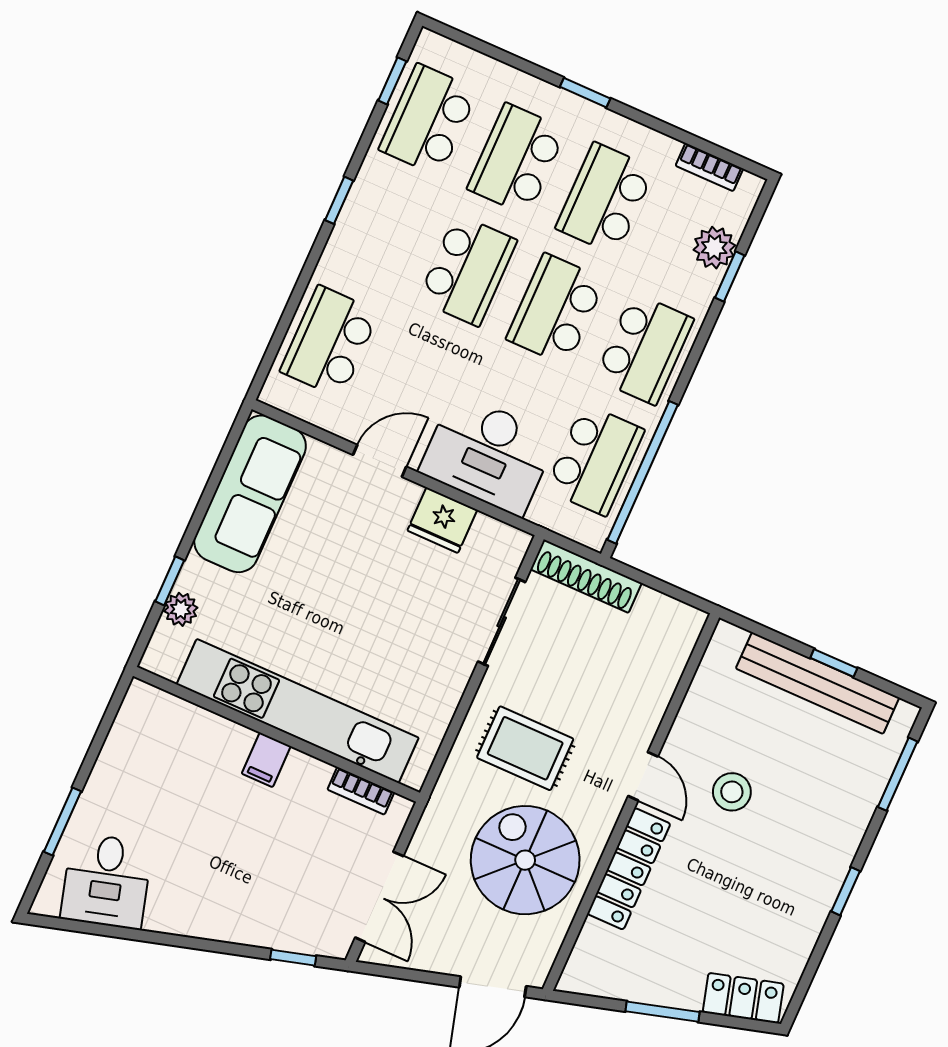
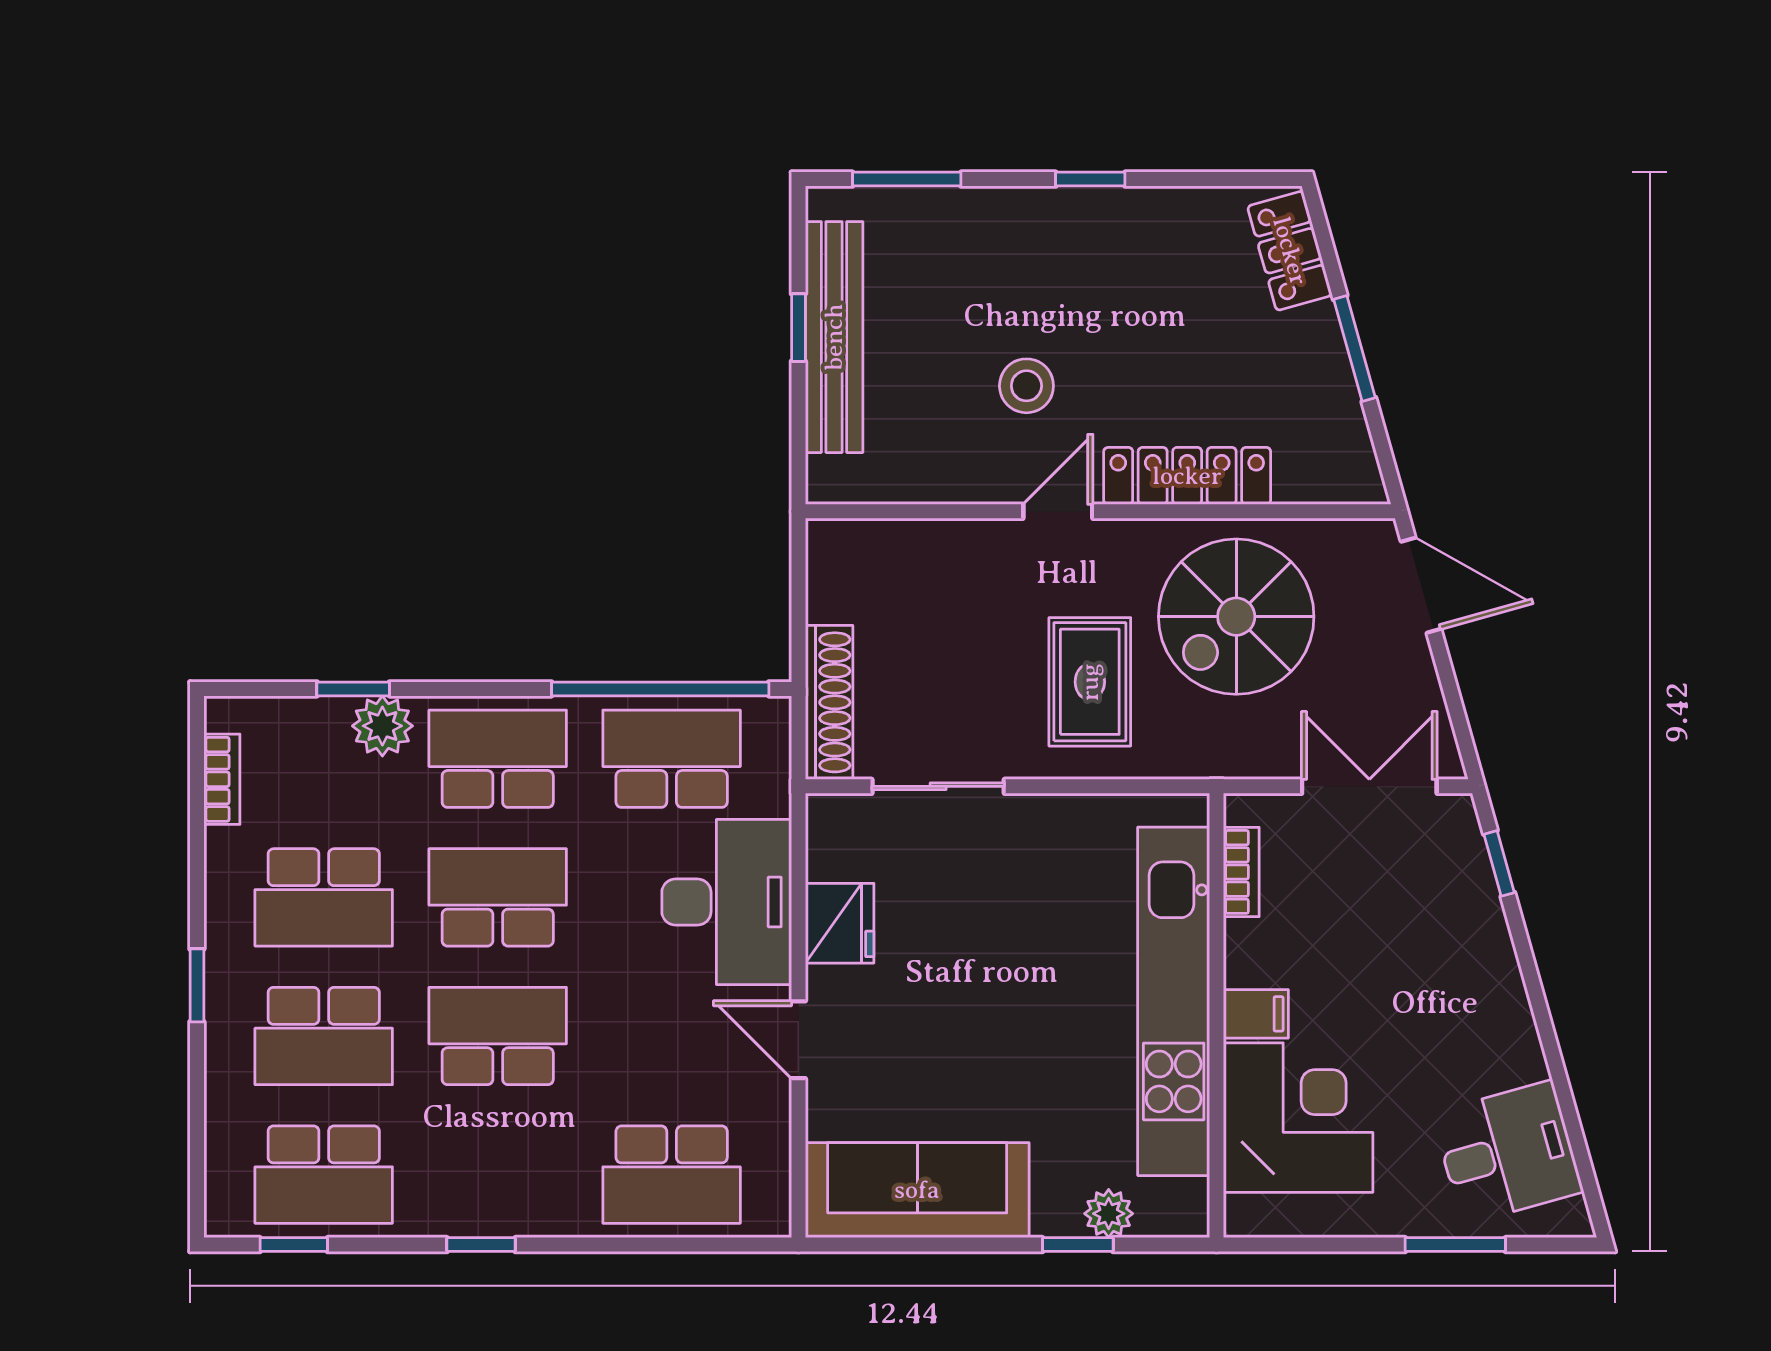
plant: (714, 248) -> (382, 726), moved
school desk: (556, 309) -> (498, 897), turned 180
corner desk: (188, 757) -> (1298, 1118), added

